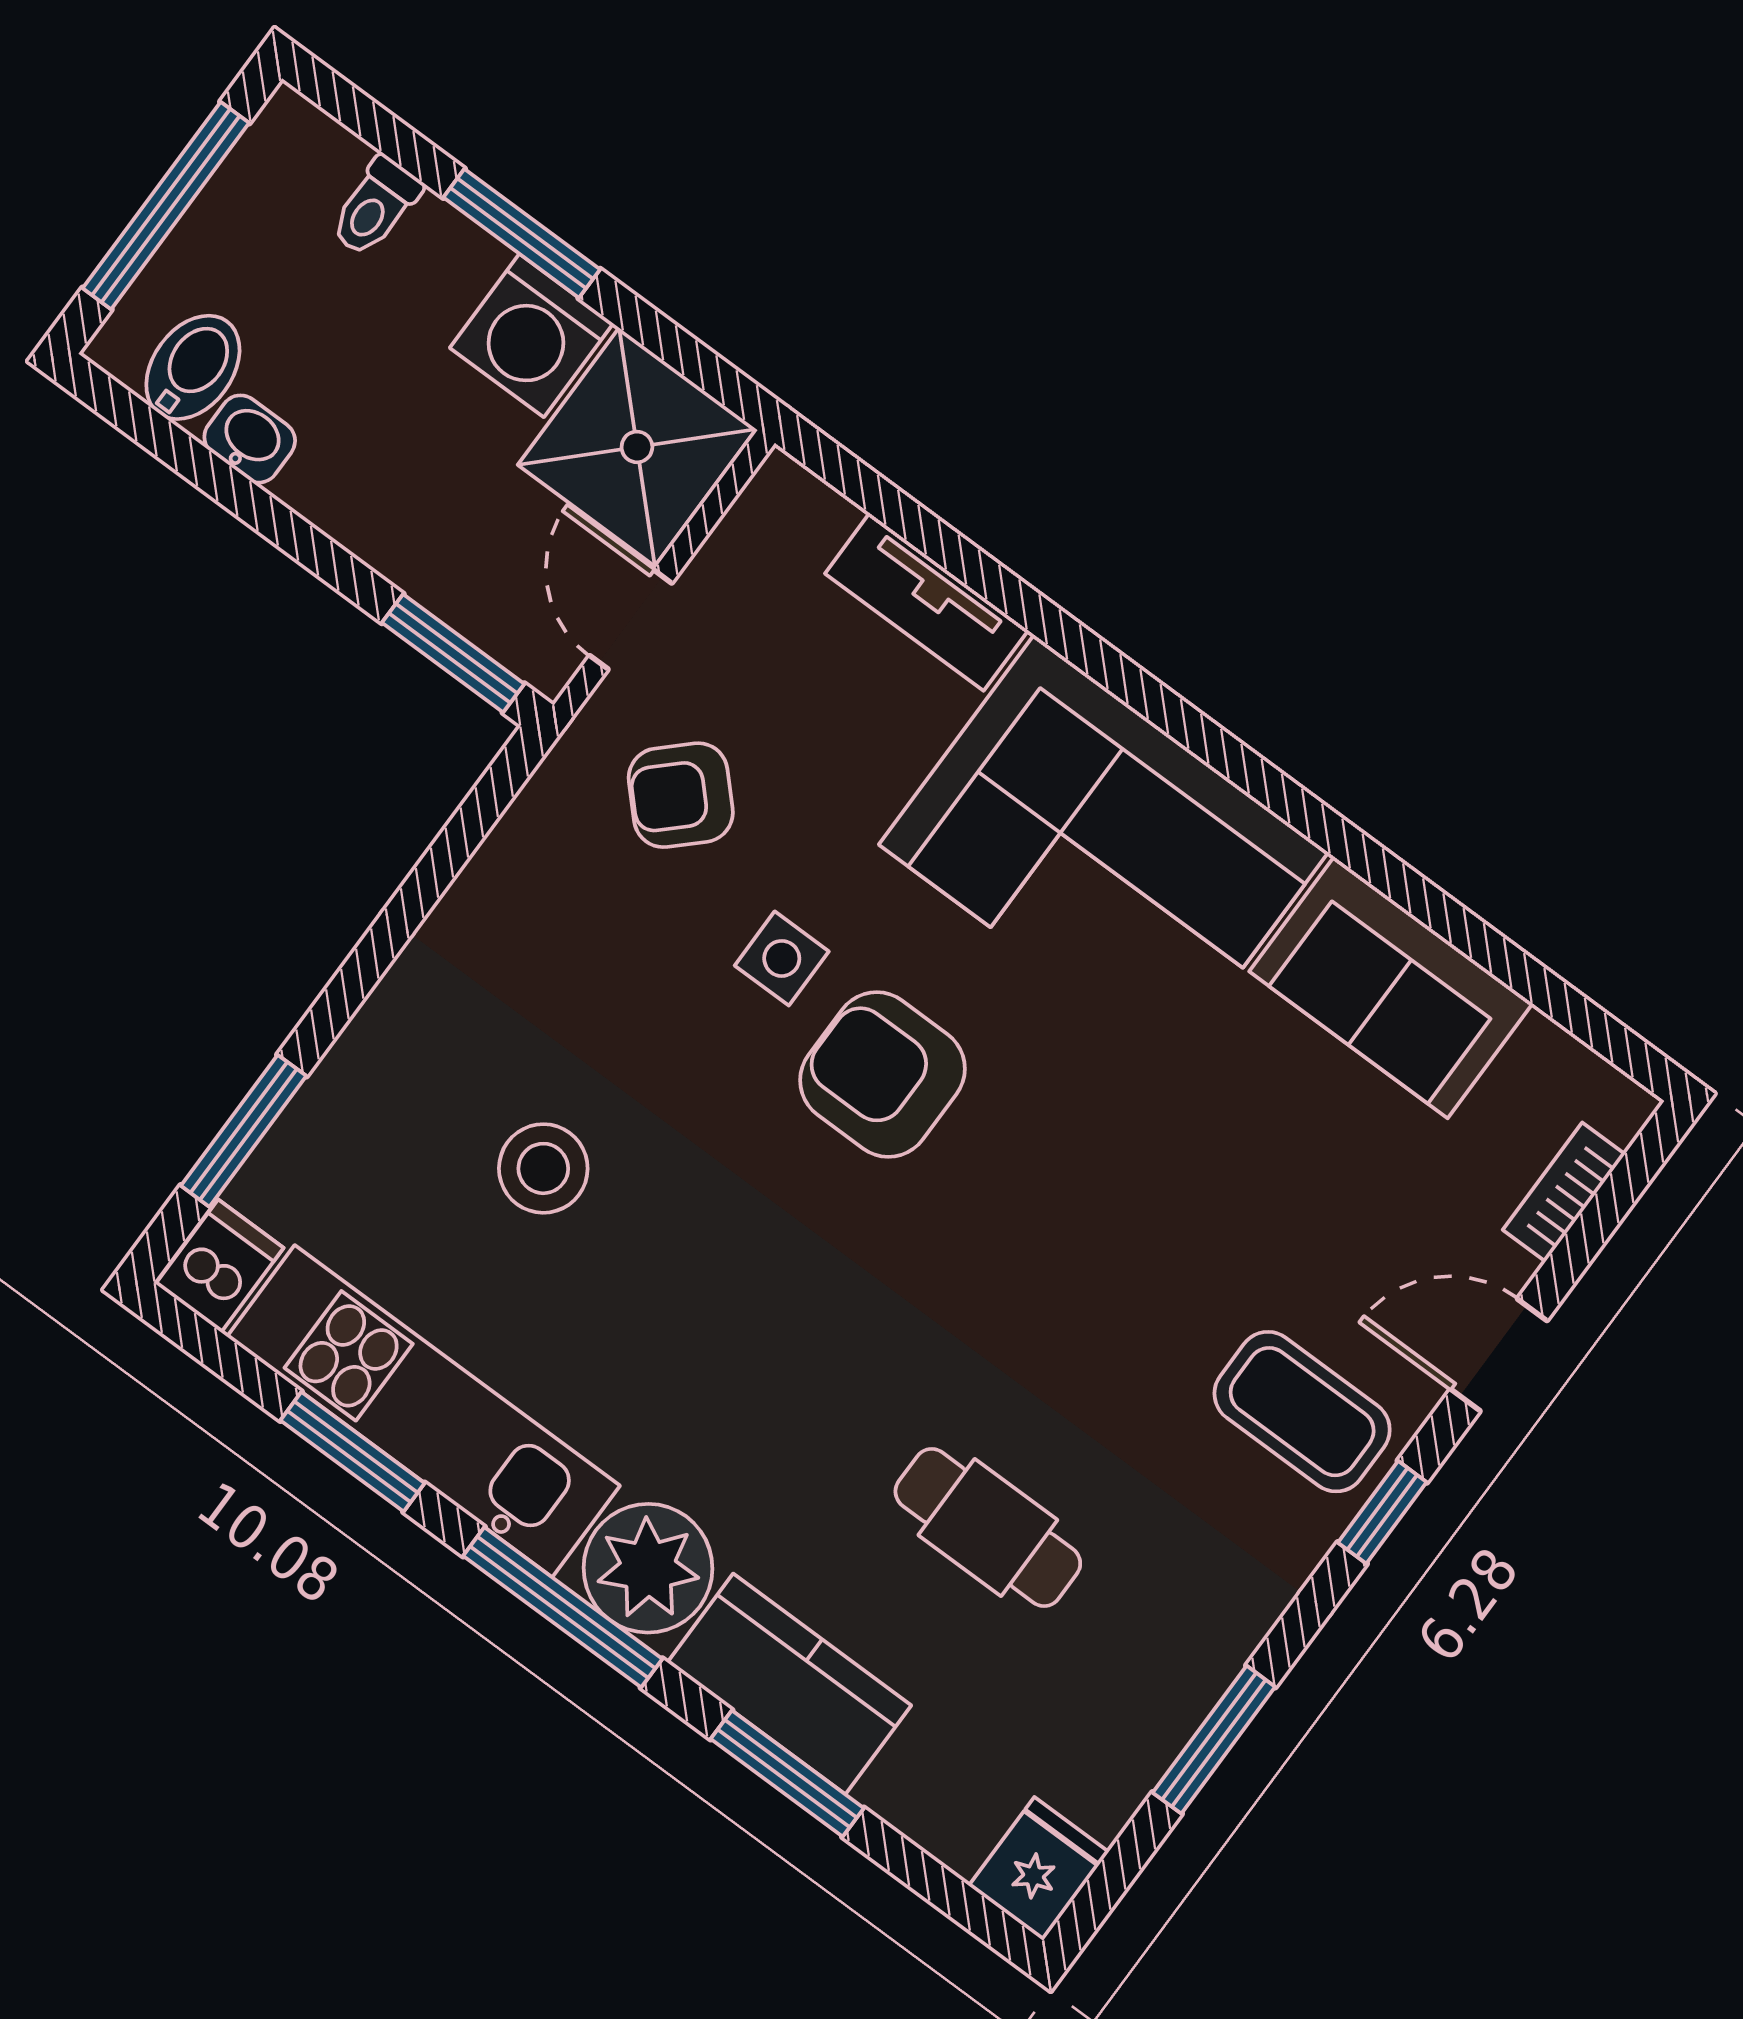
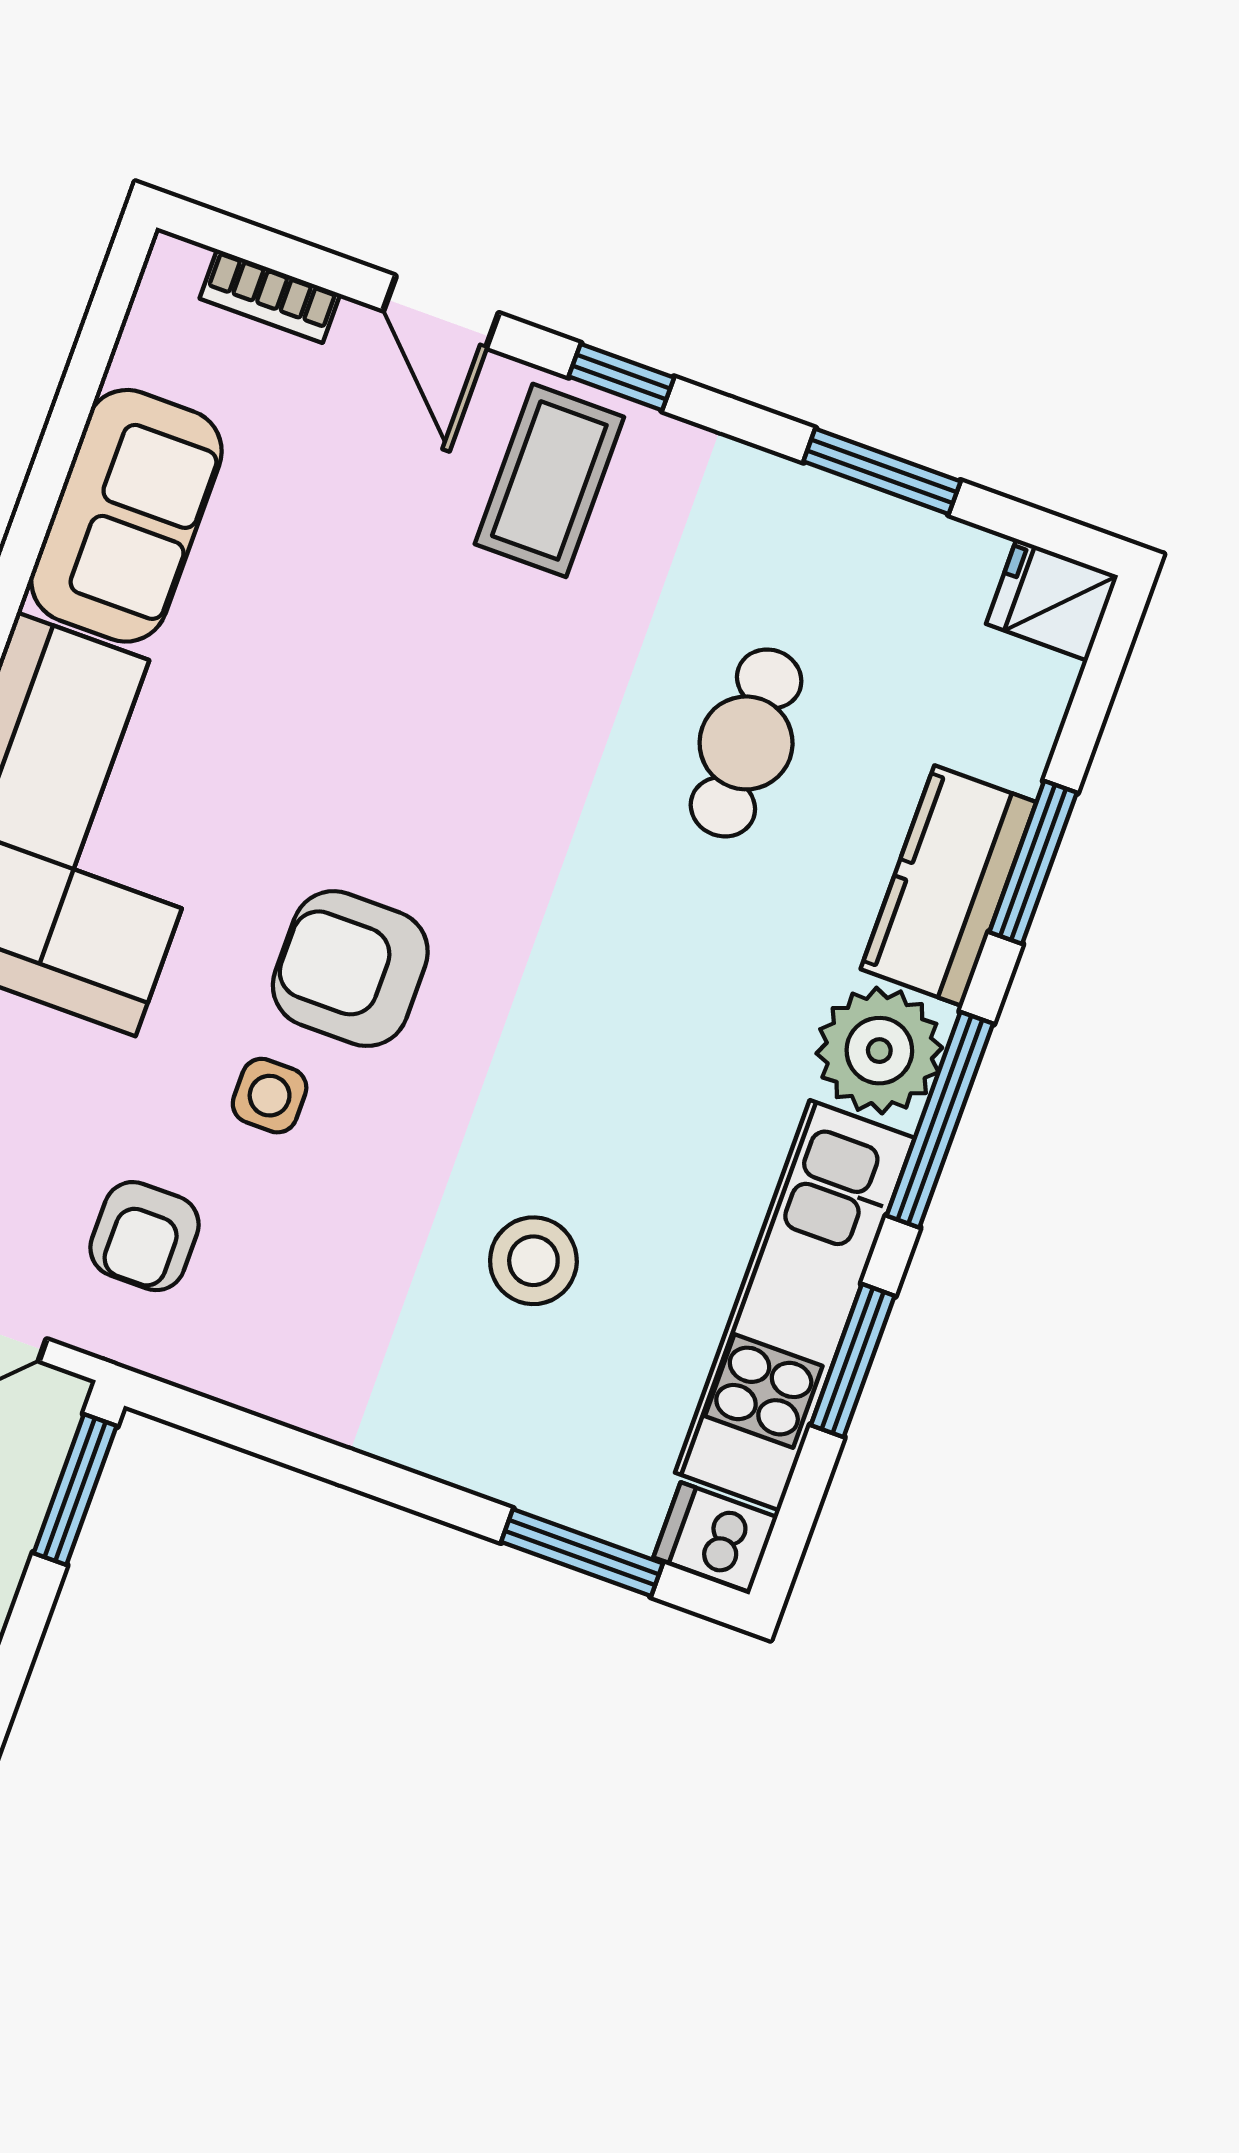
armchair: (681, 795) -> (145, 1236), turned 44
armchair: (883, 1074) -> (350, 969), turned 90

